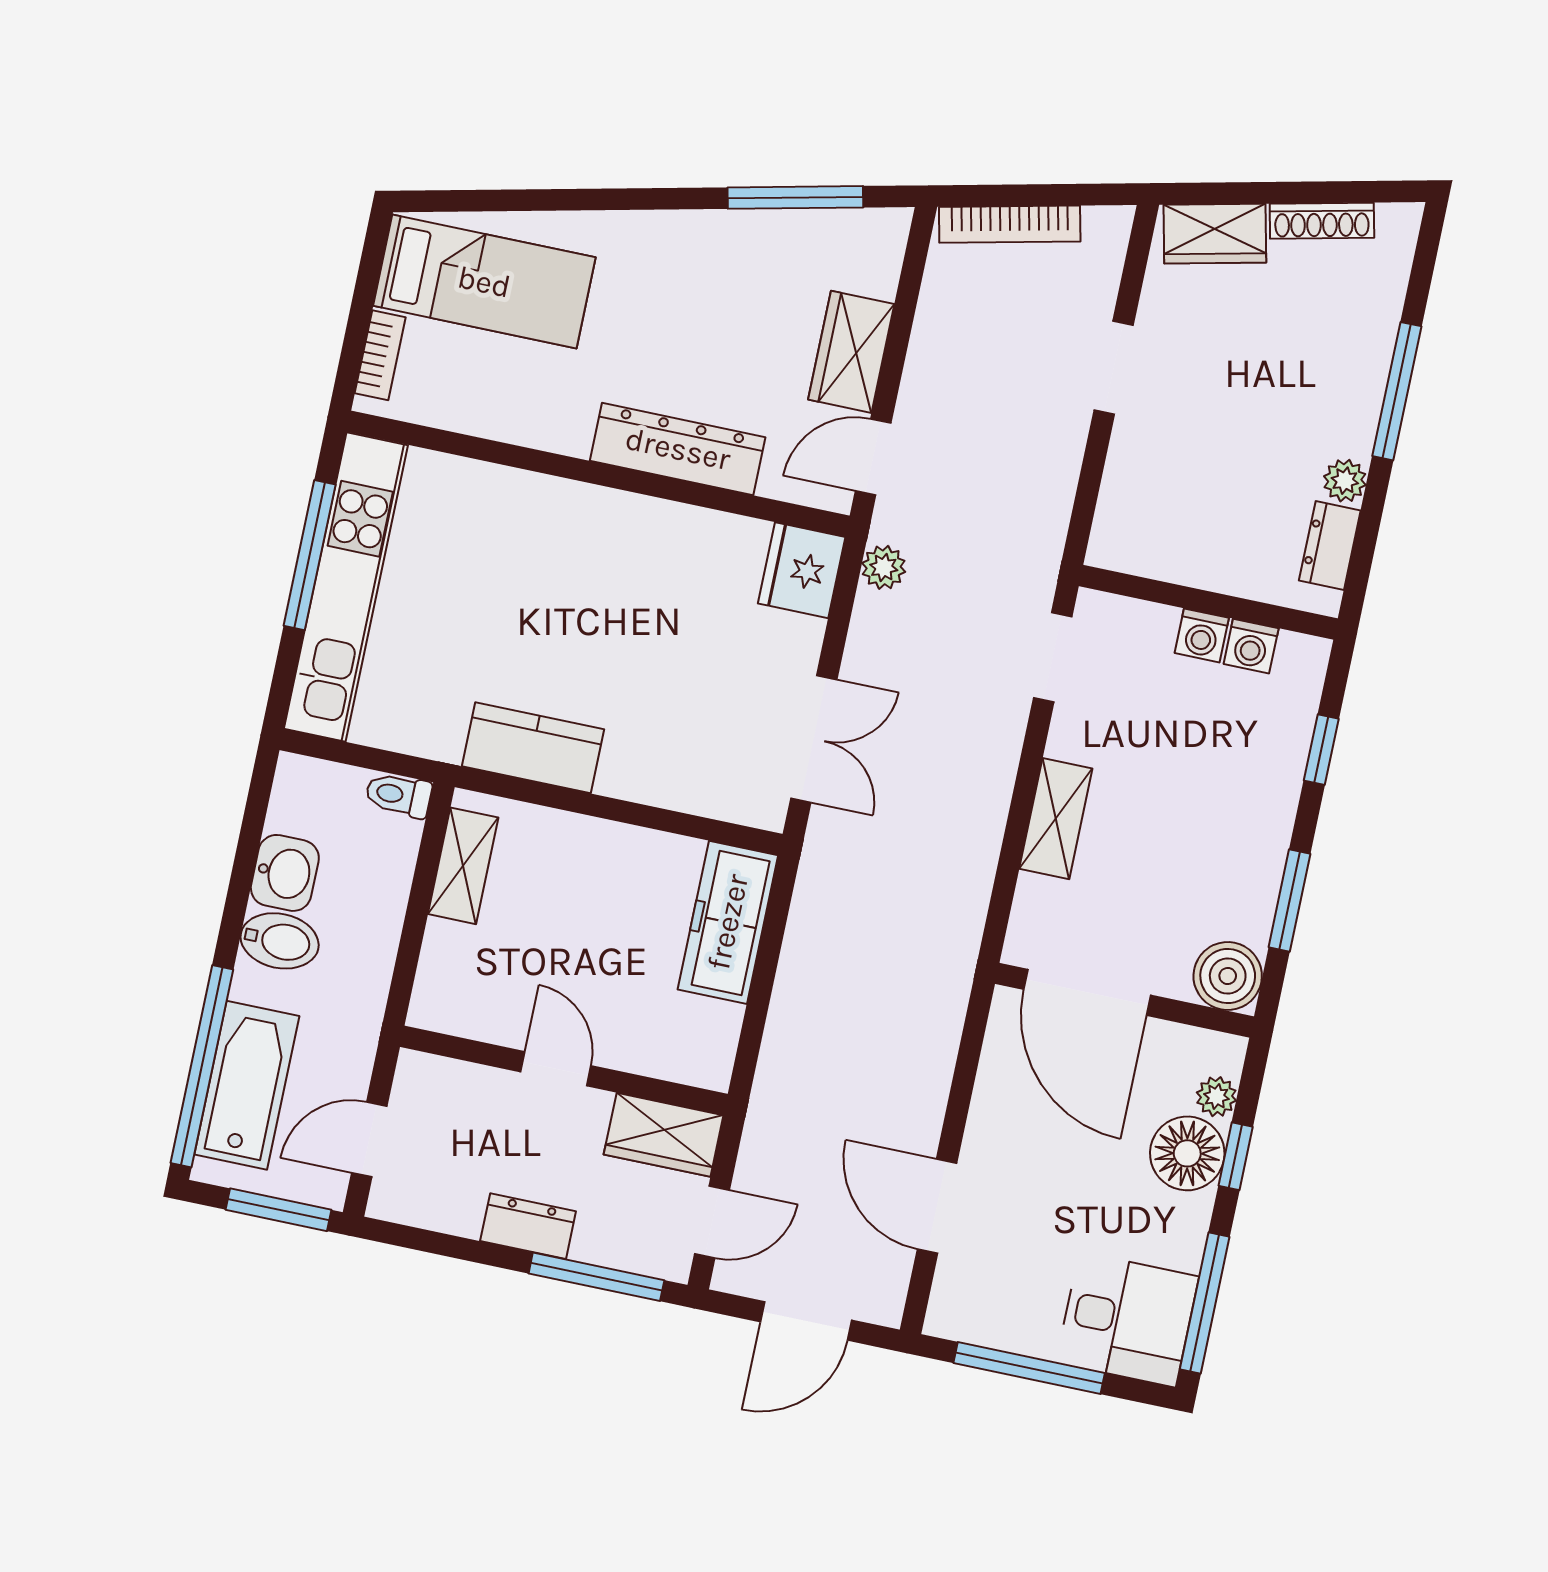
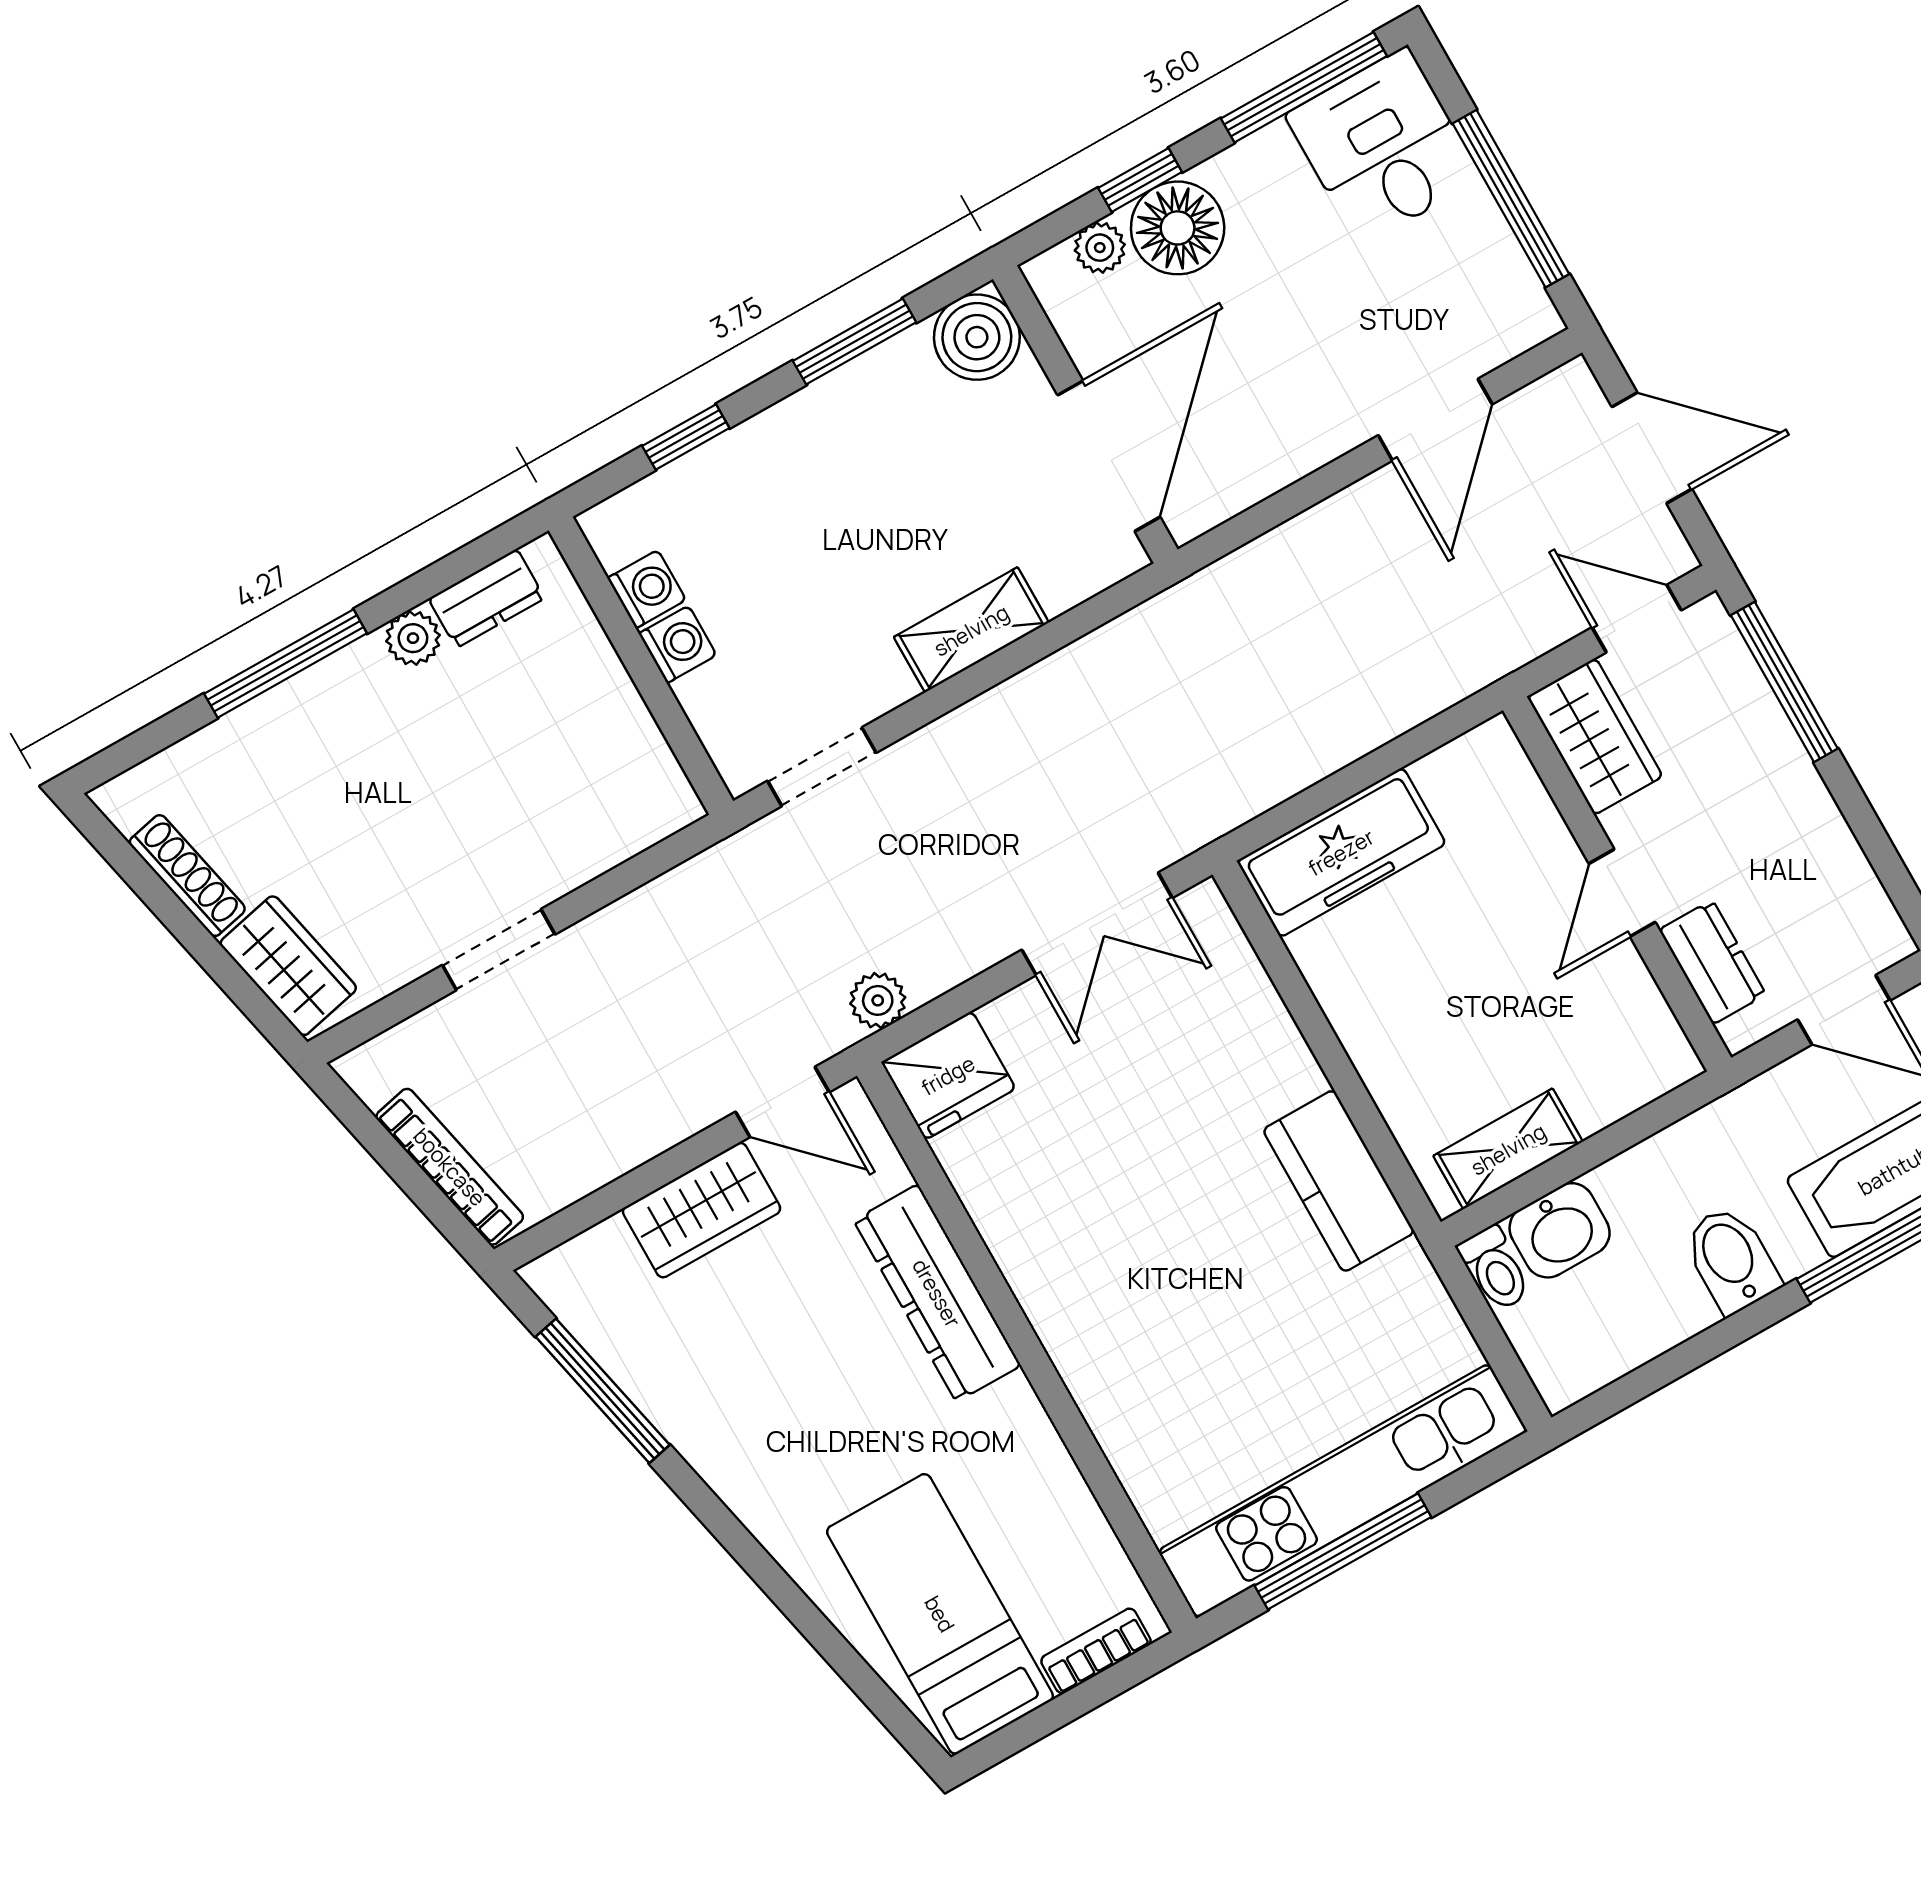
double door: (814, 739) -> (1097, 924), swing flipped
washbasin: (285, 873) -> (1560, 1230), moved, turned 180
dresser: (528, 1226) -> (1712, 962), moved, turned 180

